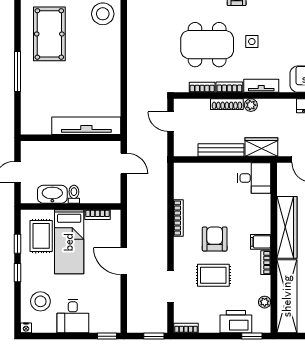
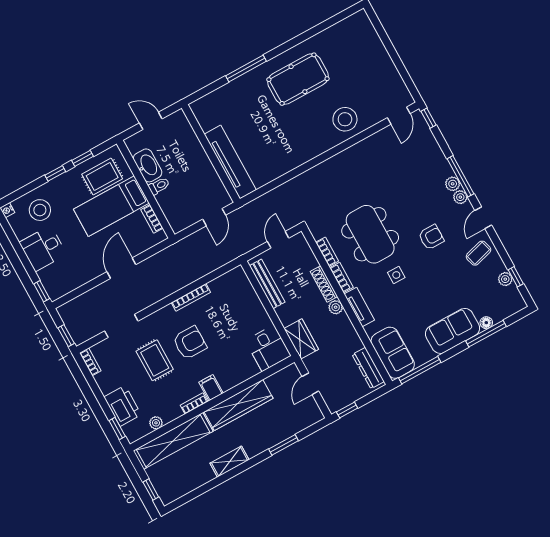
bench: (221, 150) -> (267, 284), moved

